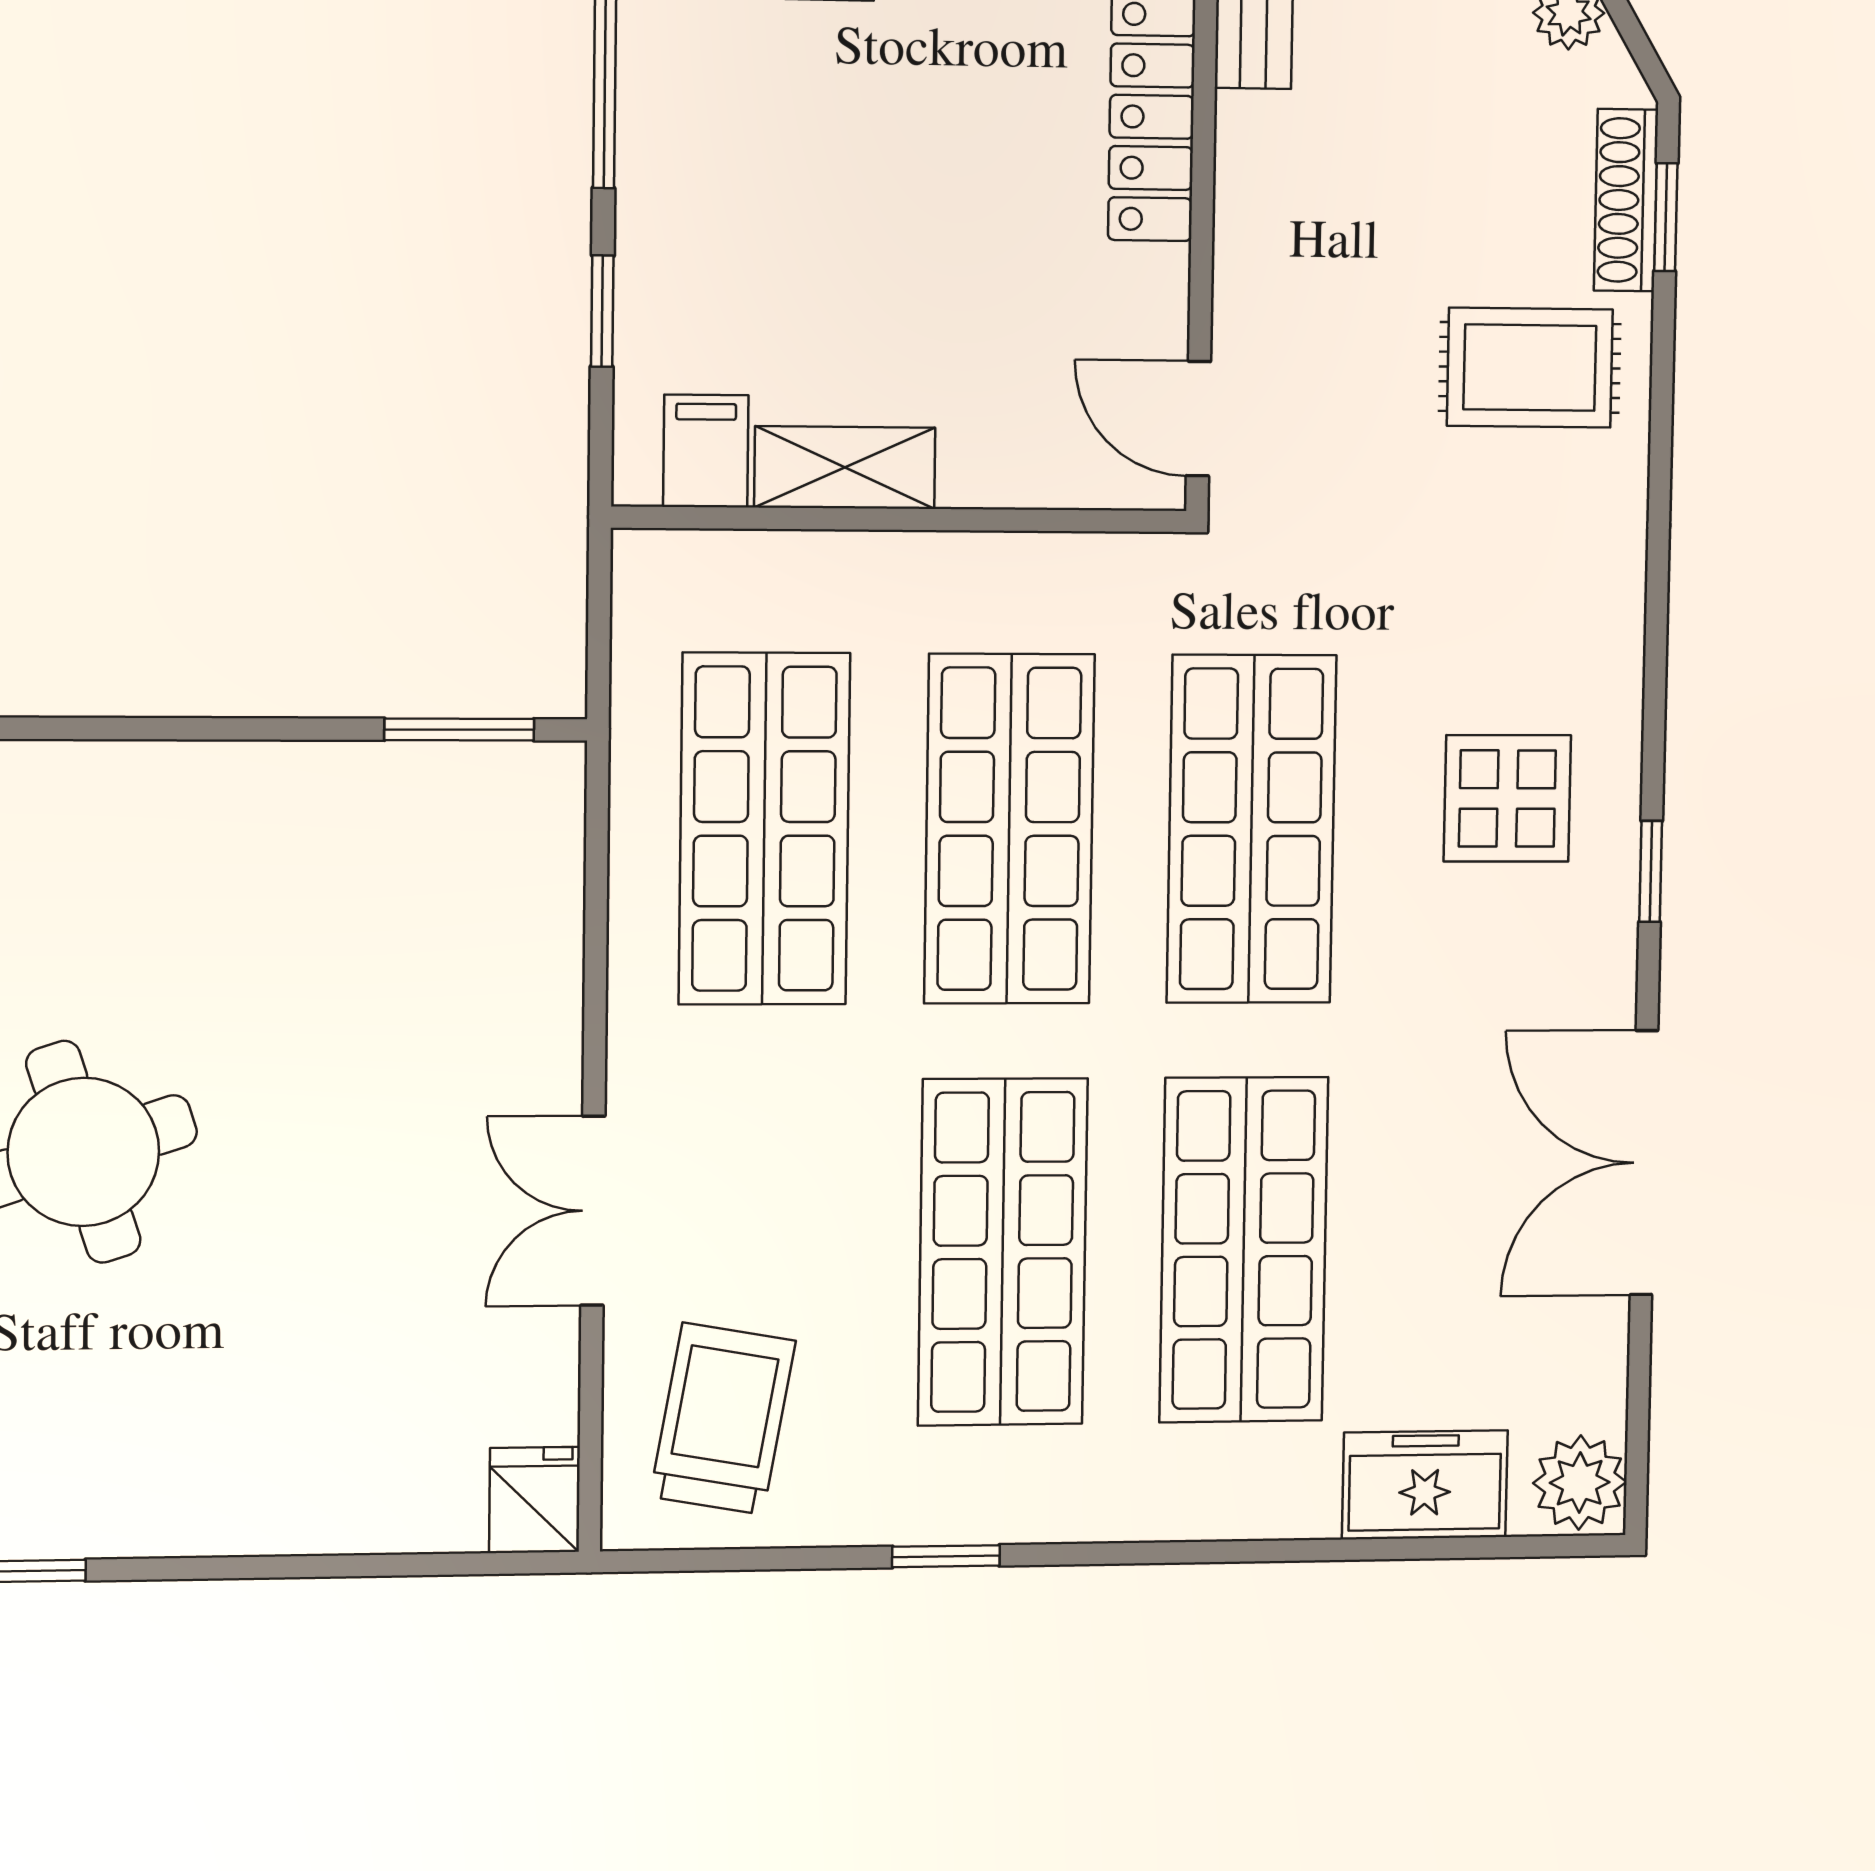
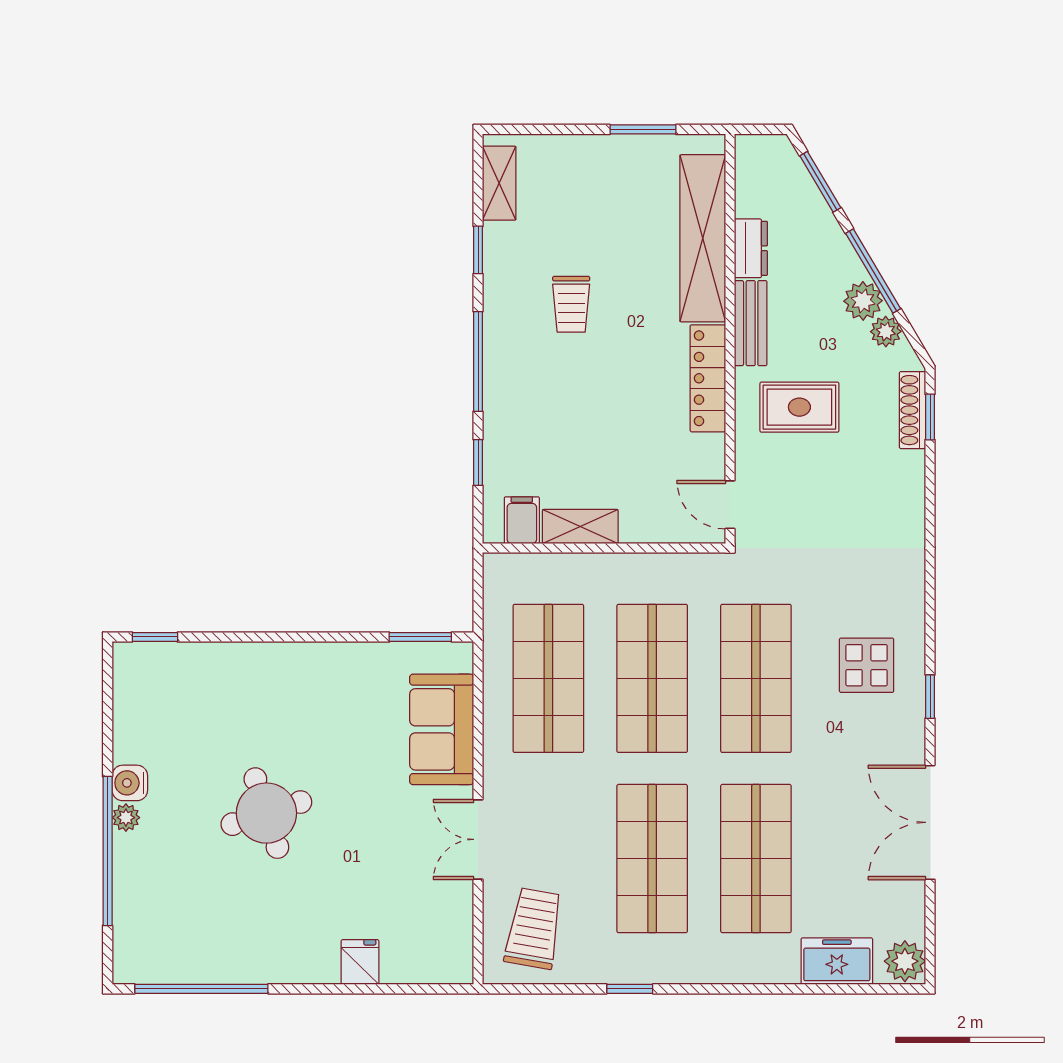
rug: (1530, 368) -> (799, 407), moved
sofa: (508, 950) -> (442, 729), added
fridge: (534, 1500) -> (360, 962), moved

